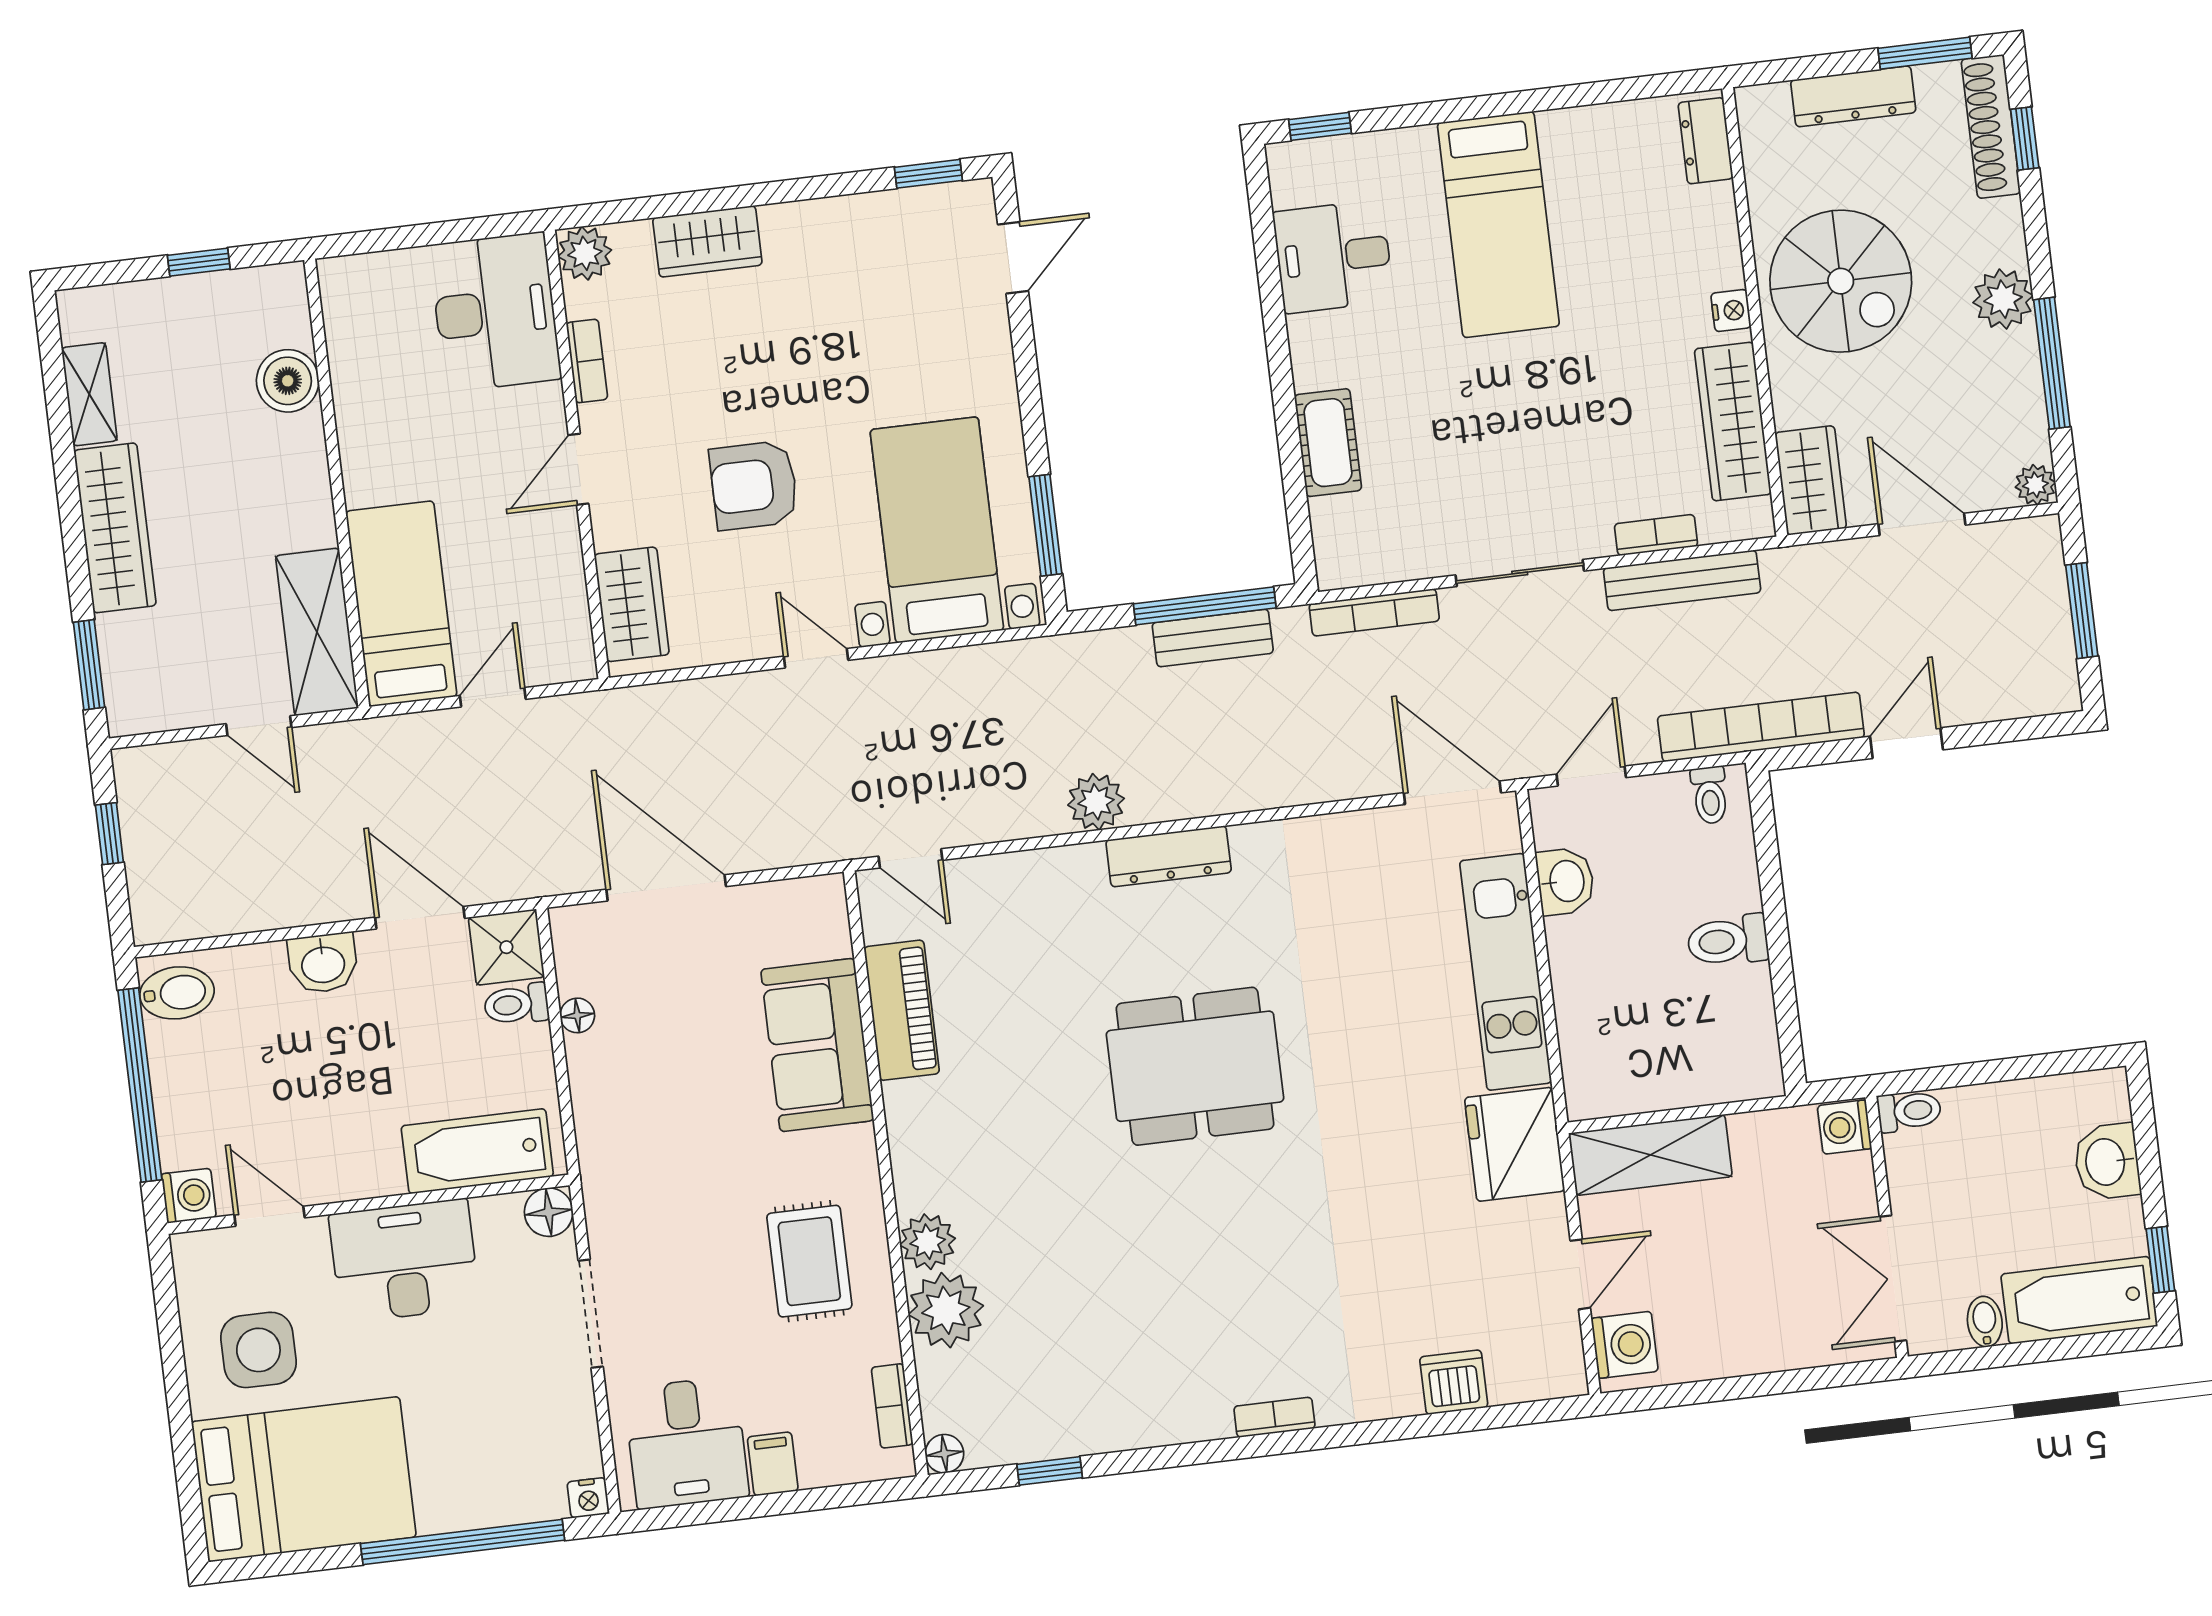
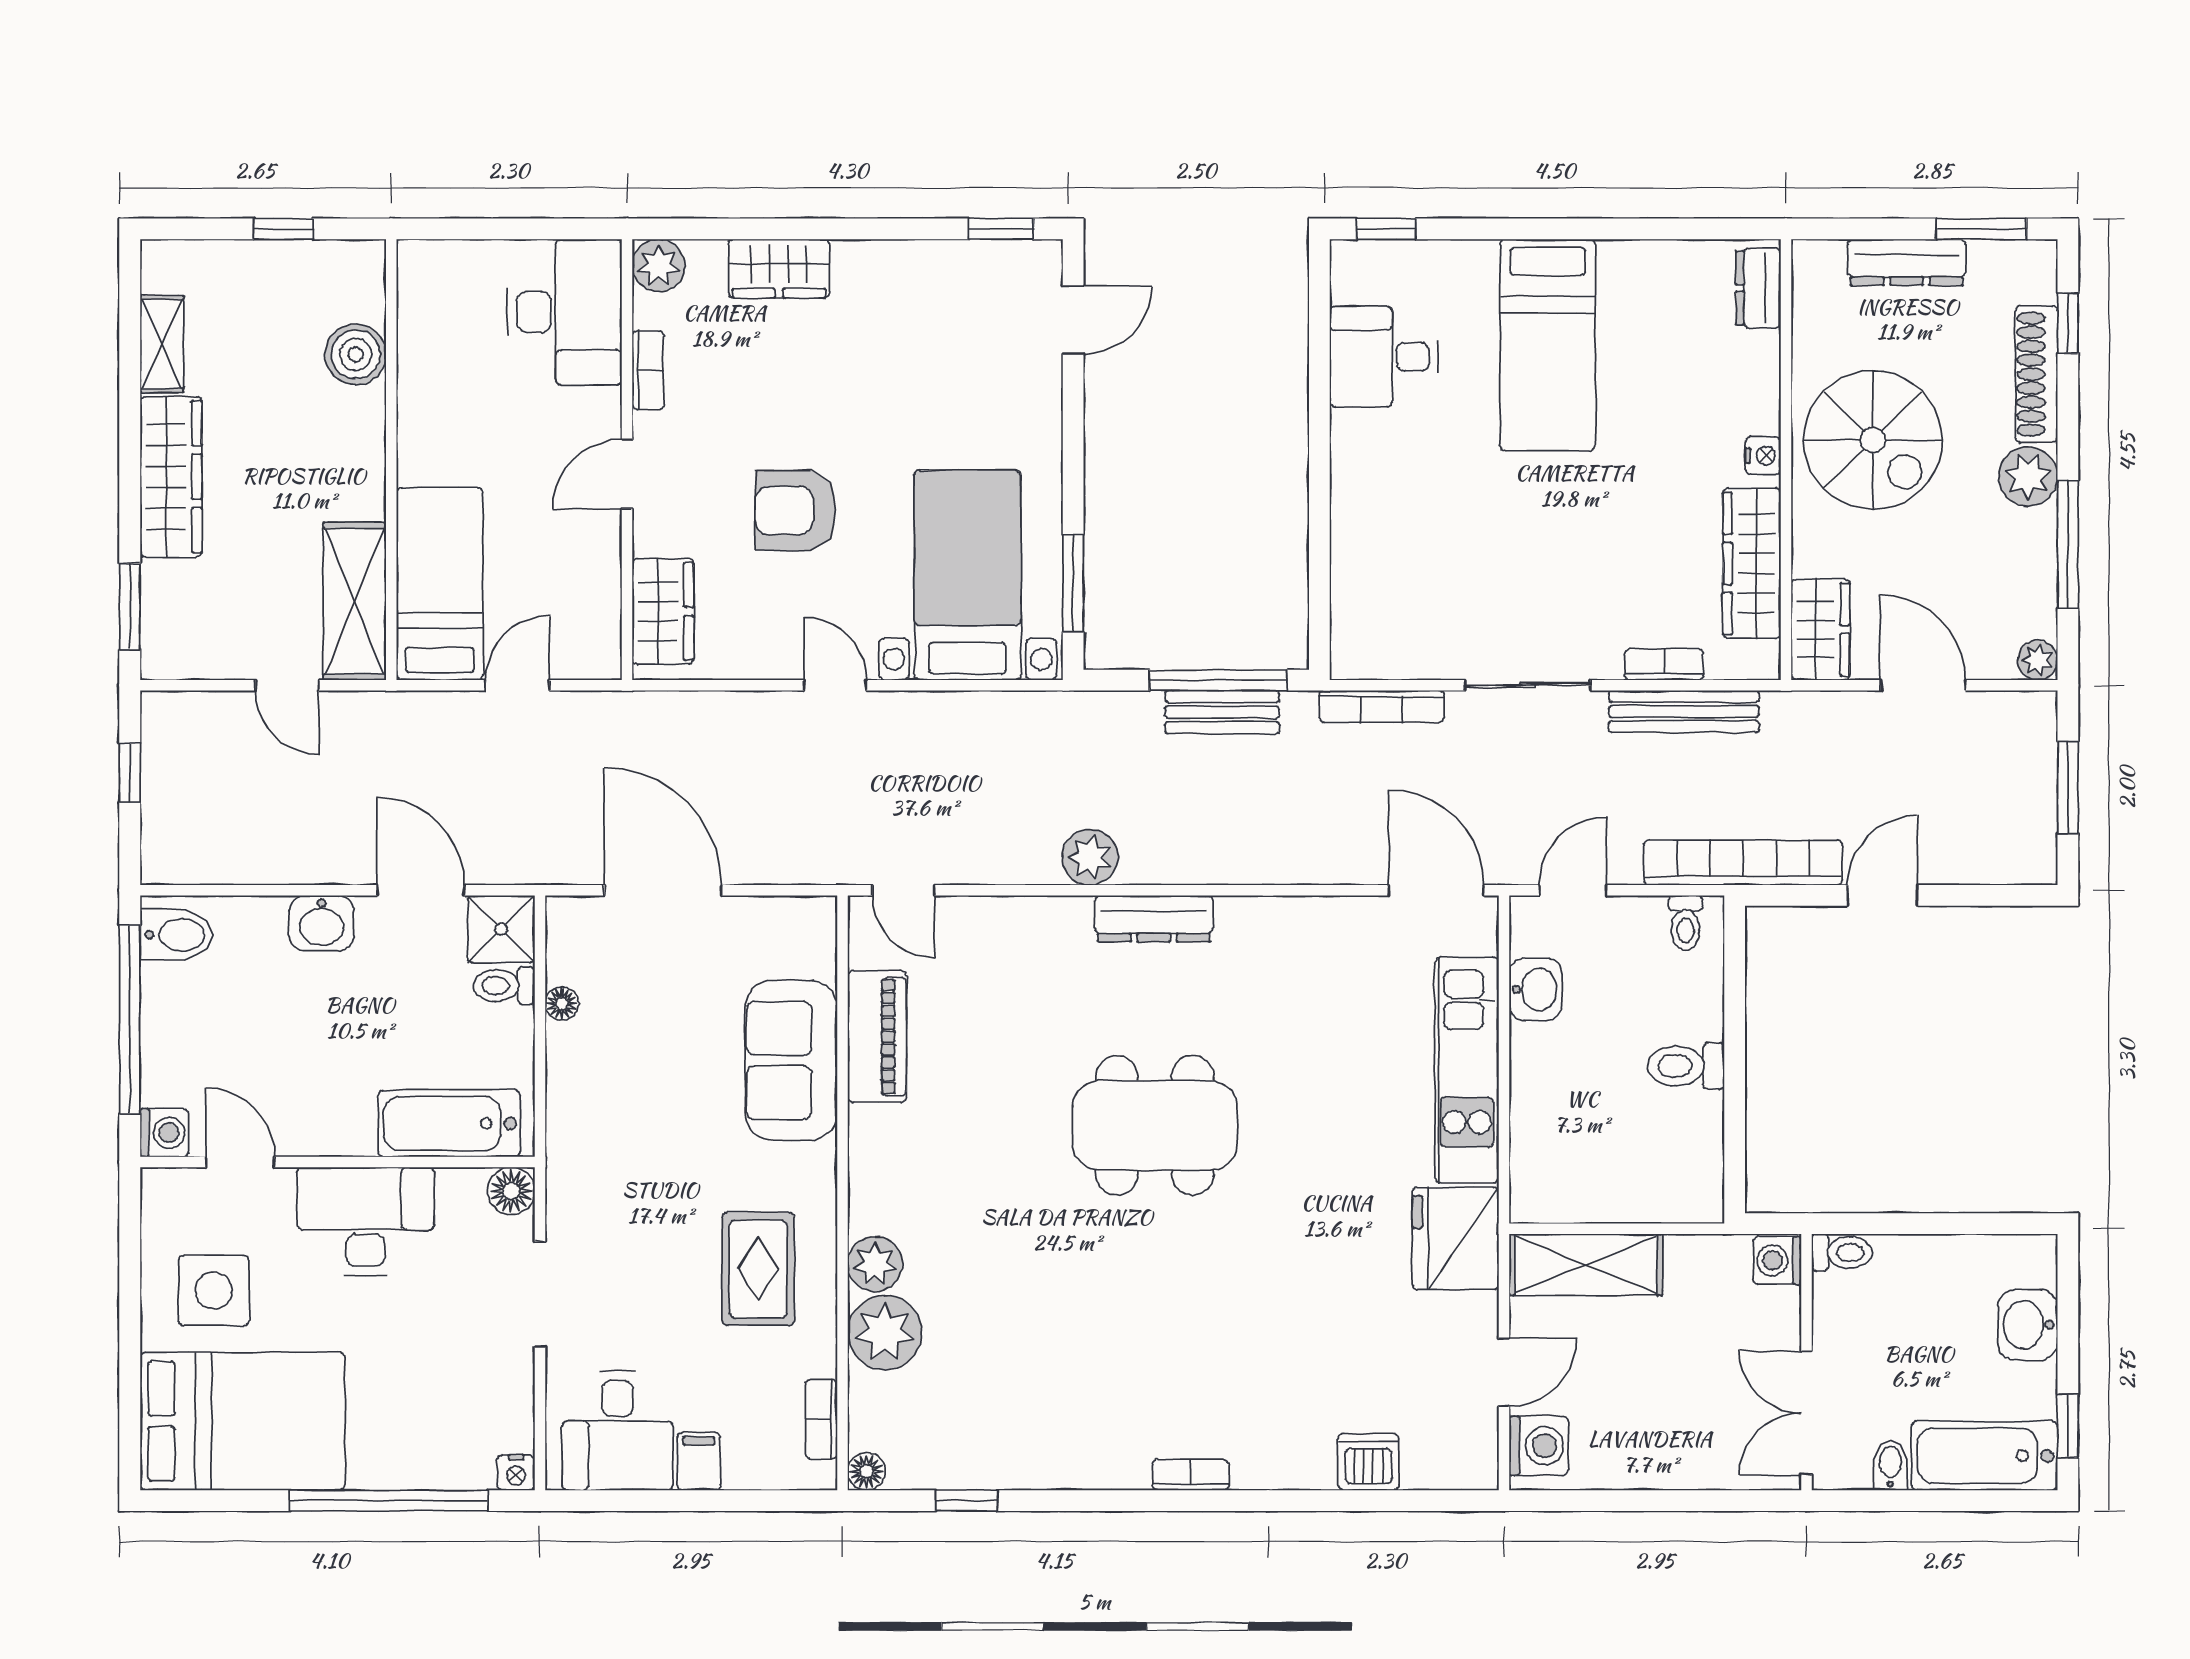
shoe rack: (1991, 126) -> (2036, 374), moved
cot: (1328, 443) -> (1357, 536), removed

